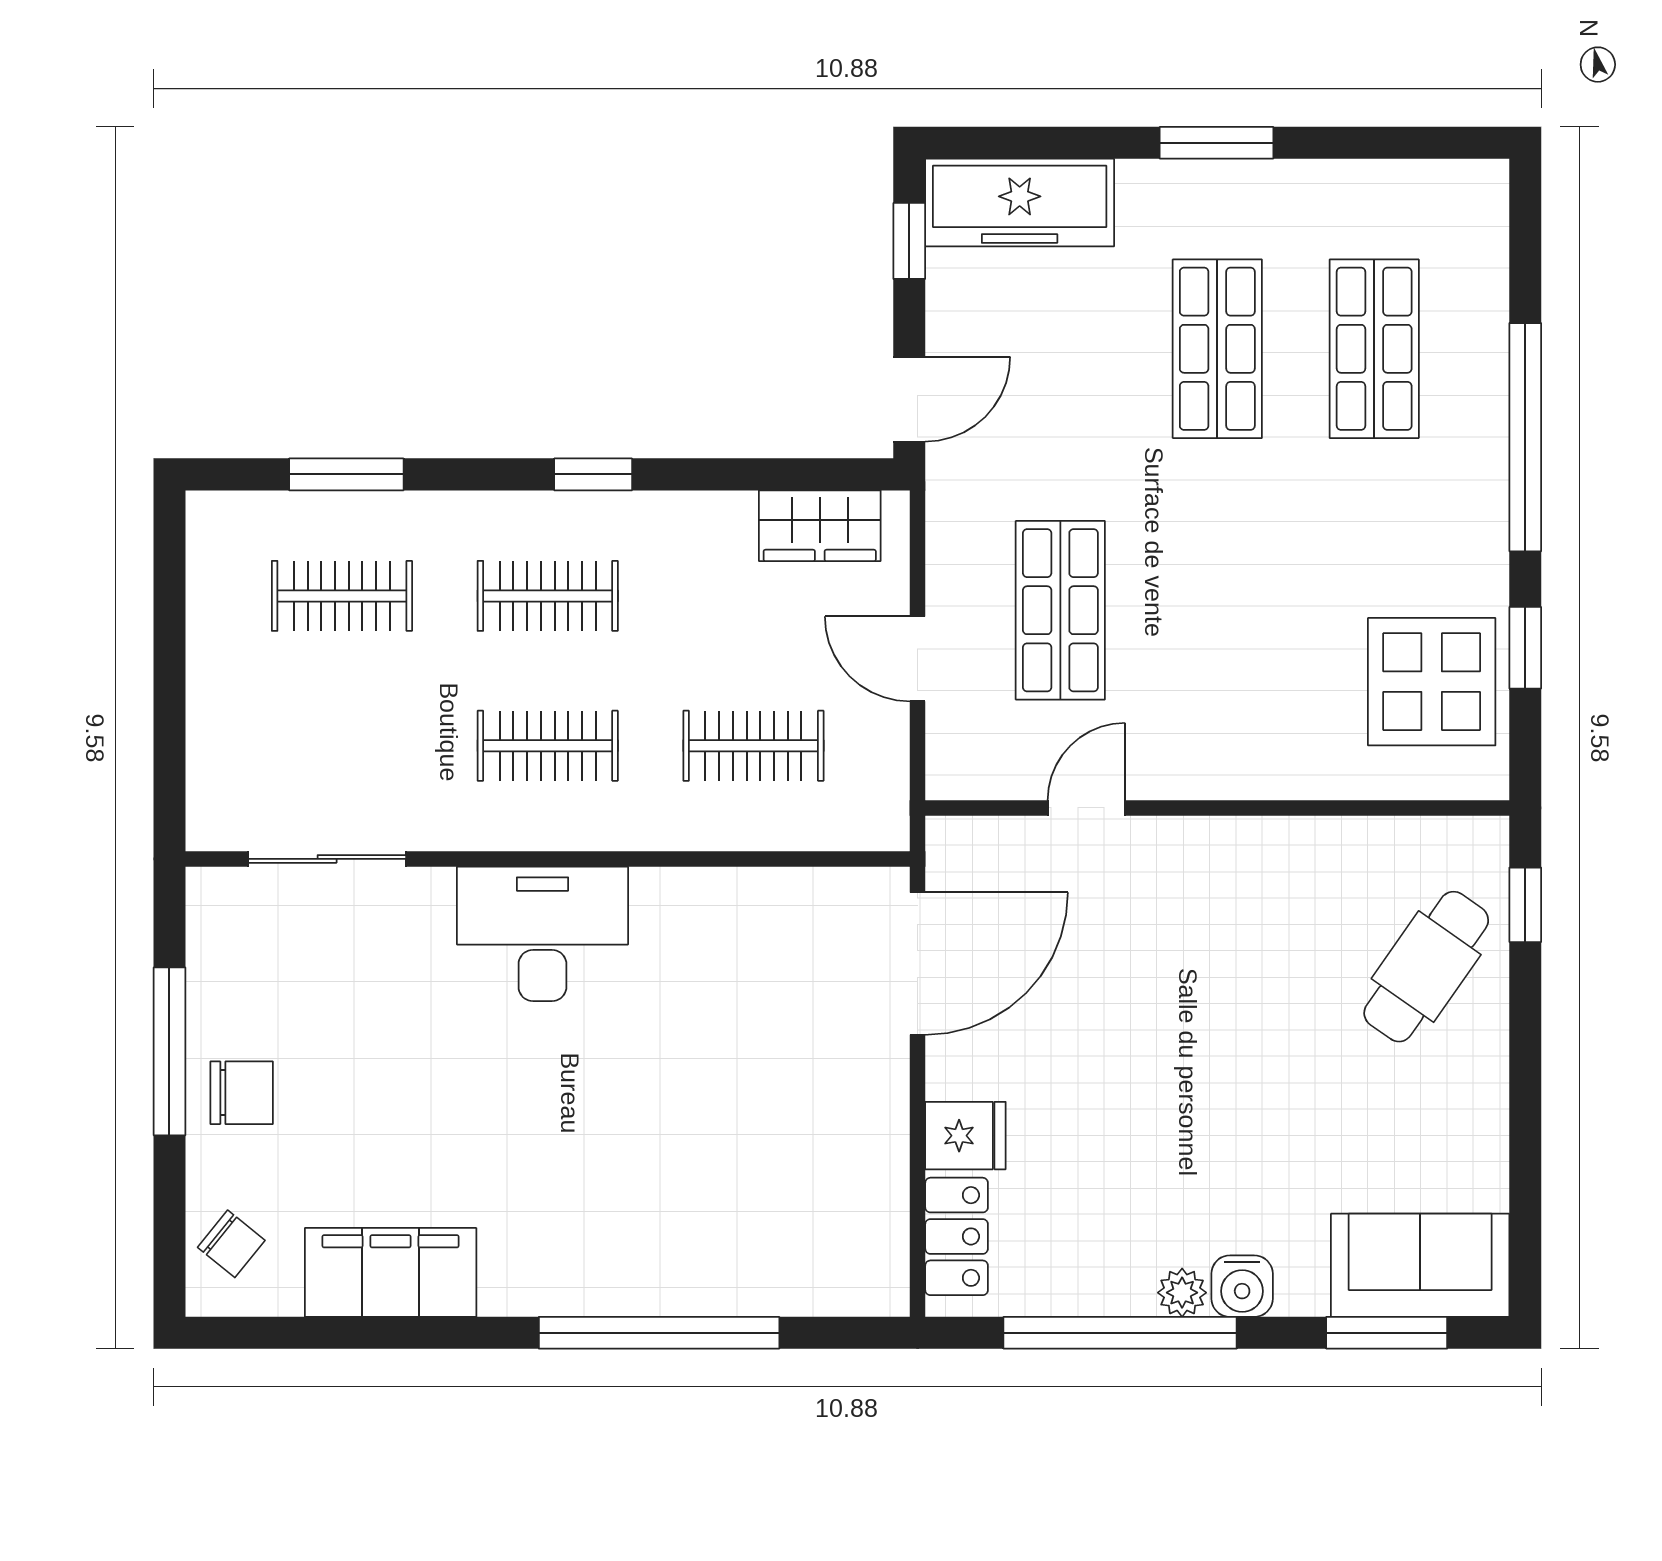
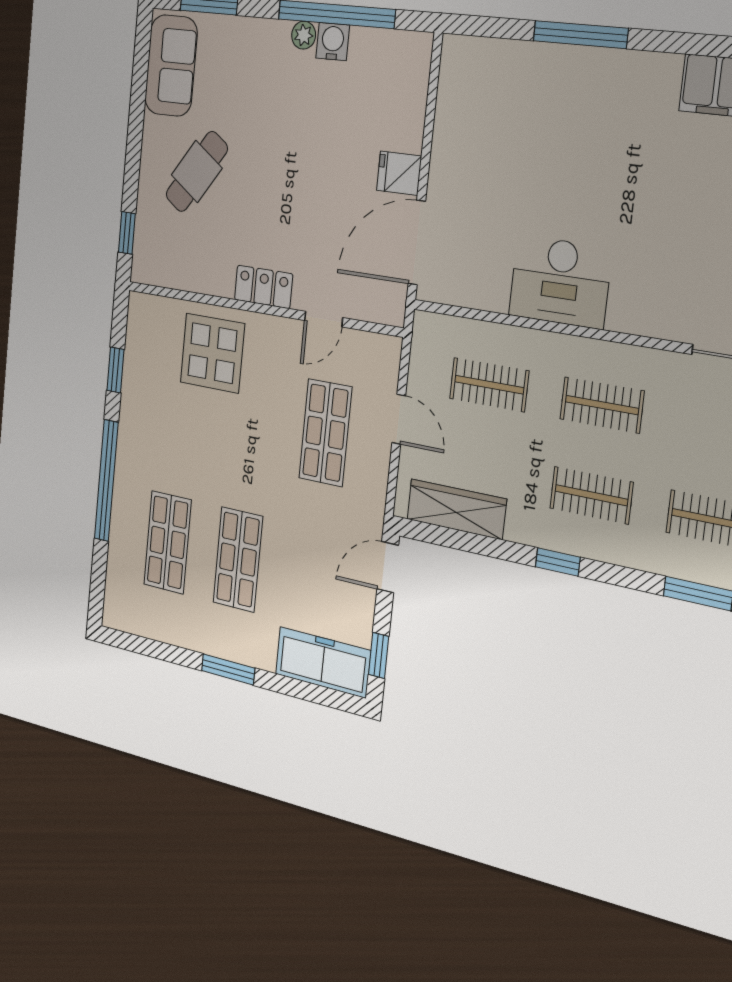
wardrobe: (820, 526) -> (456, 509), width x1.50
display table: (1432, 682) -> (212, 353), moved
desk: (542, 934) -> (560, 282), moved
cafe table: (1426, 967) -> (197, 172), moved
fridge: (965, 1136) -> (399, 173), moved
locker: (957, 1236) -> (264, 287), moved, turned 90
sofa: (1420, 1265) -> (171, 66), moved, turned -90
water cooler: (1242, 1286) -> (333, 42), moved
window: (659, 1333) -> (580, 35), width x0.68

